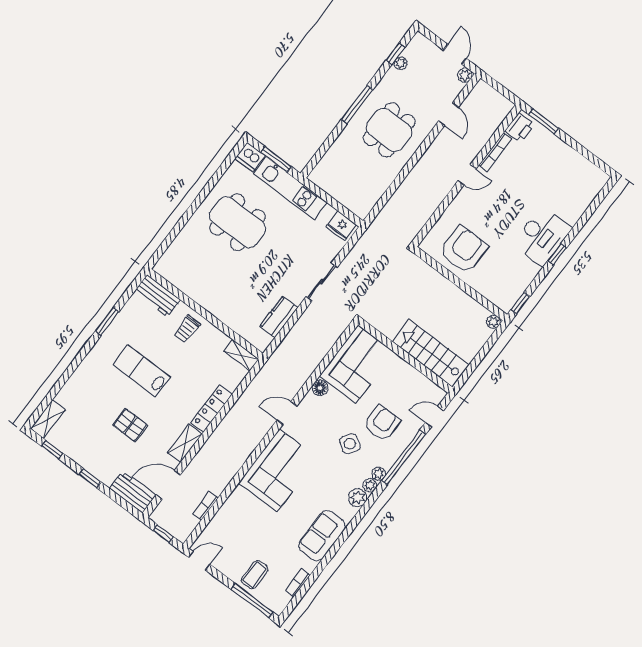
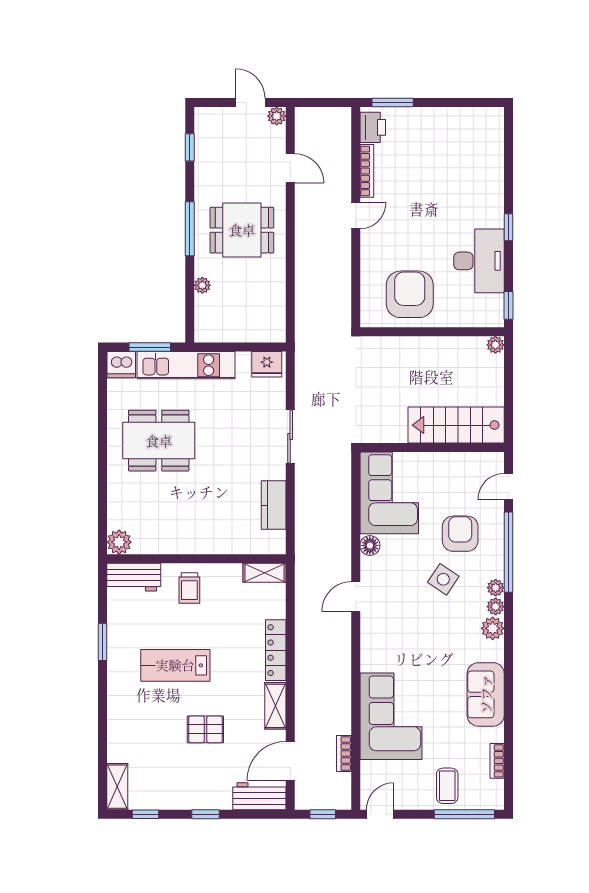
plant: (401, 63) -> (202, 285), moved
dining table: (389, 130) -> (242, 230), turned 90
desk: (542, 236) -> (479, 261), moved
plant: (165, 267) -> (119, 542), added
corner sofa: (278, 471) -> (391, 716), moved

